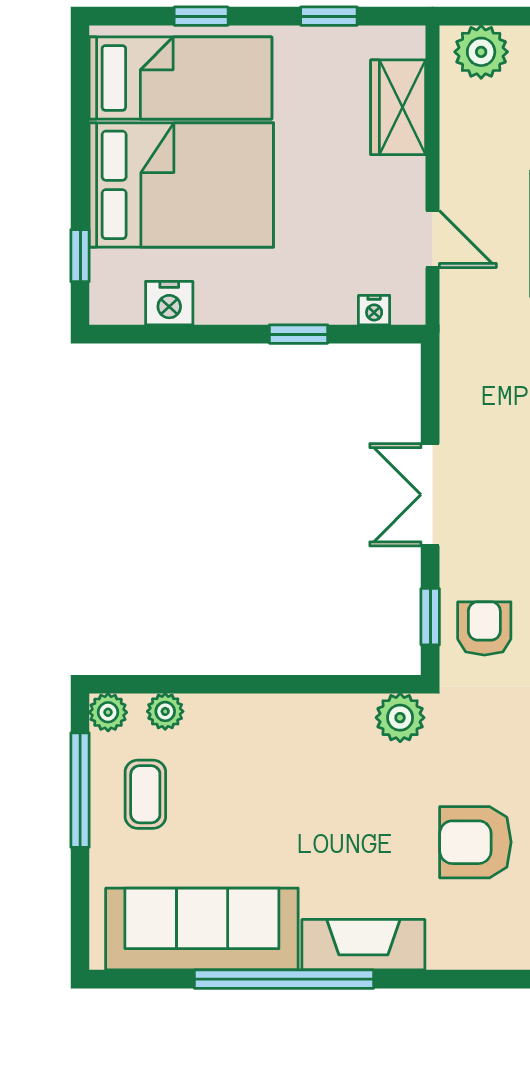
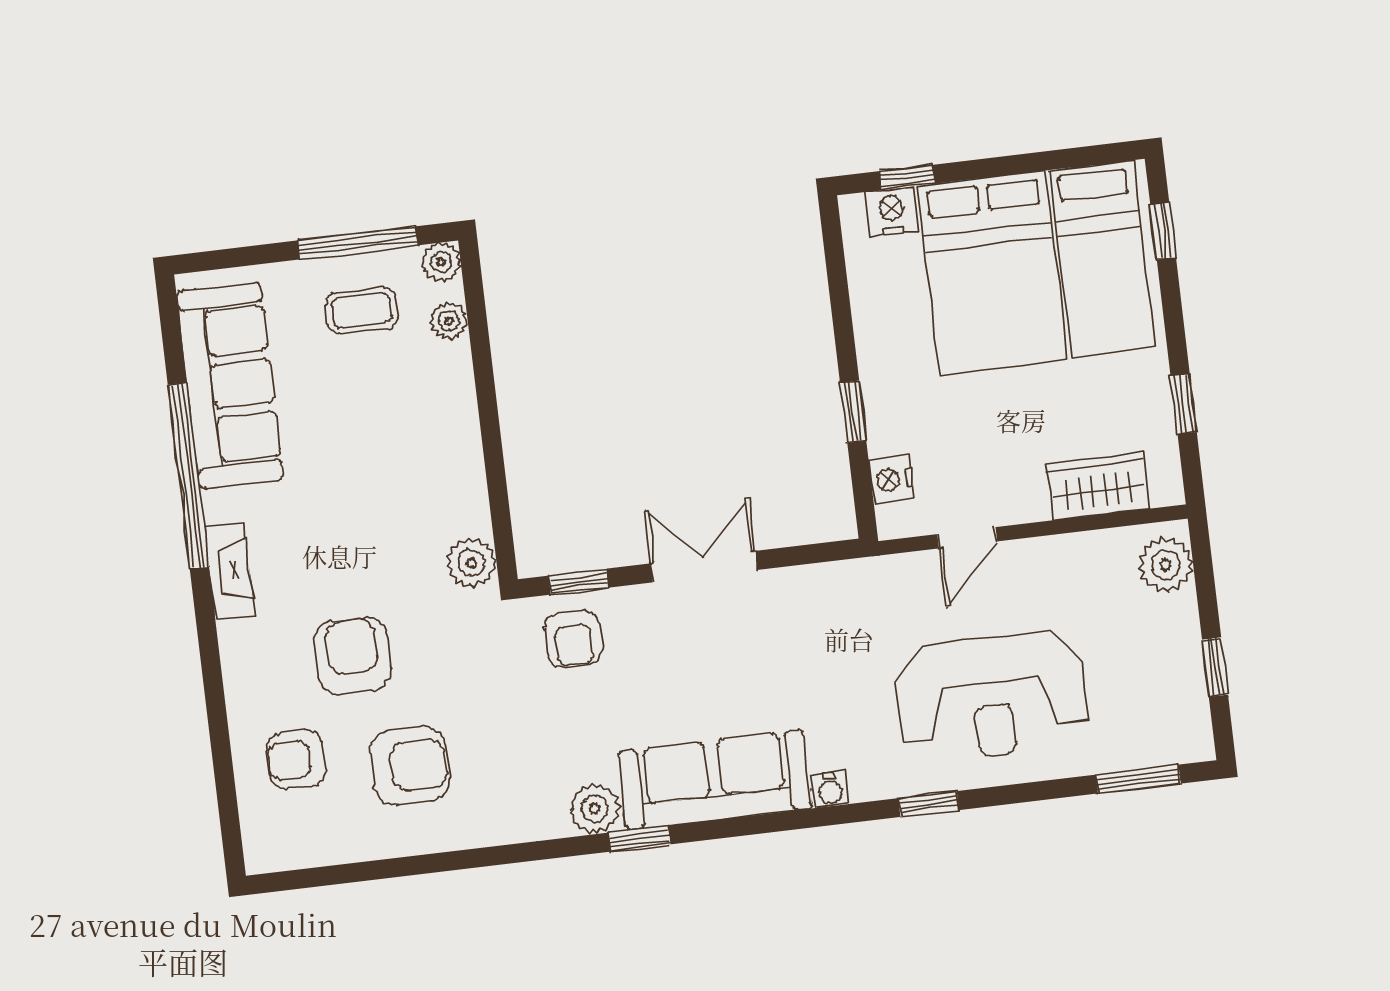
window: (201, 16) -> (1163, 231), moved
nightstand: (169, 303) -> (891, 212), moved, turned 90
nightstand: (374, 310) -> (892, 479), width x1.39, depth x1.35
armchair: (484, 628) -> (573, 639), turned 90
fireplace: (363, 945) -> (229, 571), width x0.73, depth x0.76

